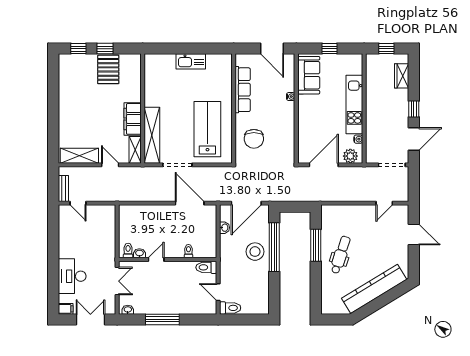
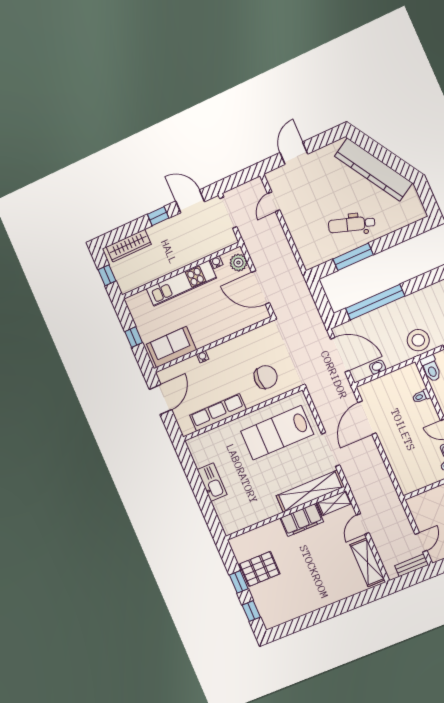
wardrobe: (402, 76) -> (129, 246), width x1.50
door: (384, 203) -> (274, 202), swing flipped
stool: (255, 252) -> (418, 340), moved

